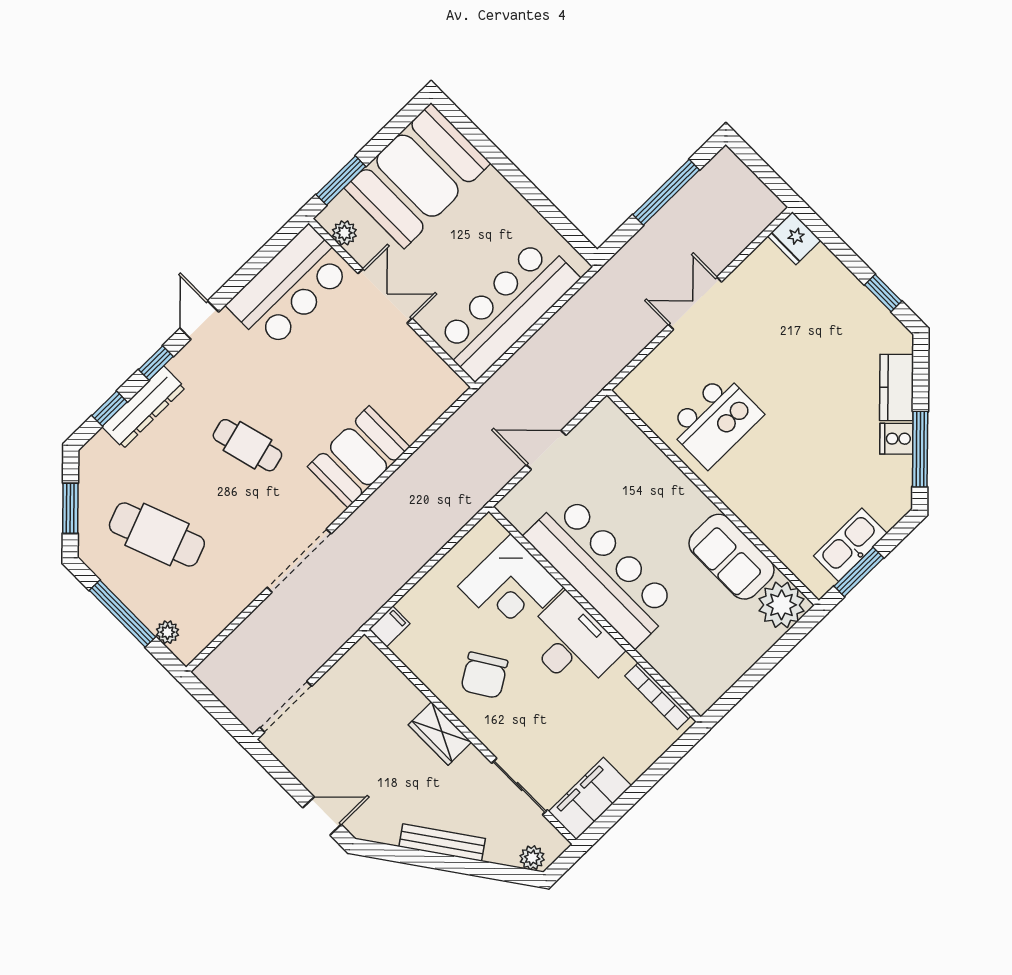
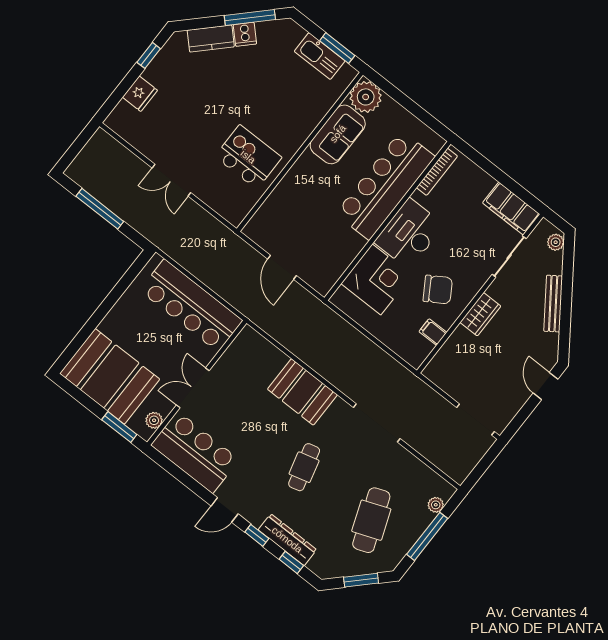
fridge: (794, 238) -> (140, 94), moved
bar counter: (602, 570) -> (385, 185), moved
filing cabinet: (389, 626) -> (433, 332), moved

